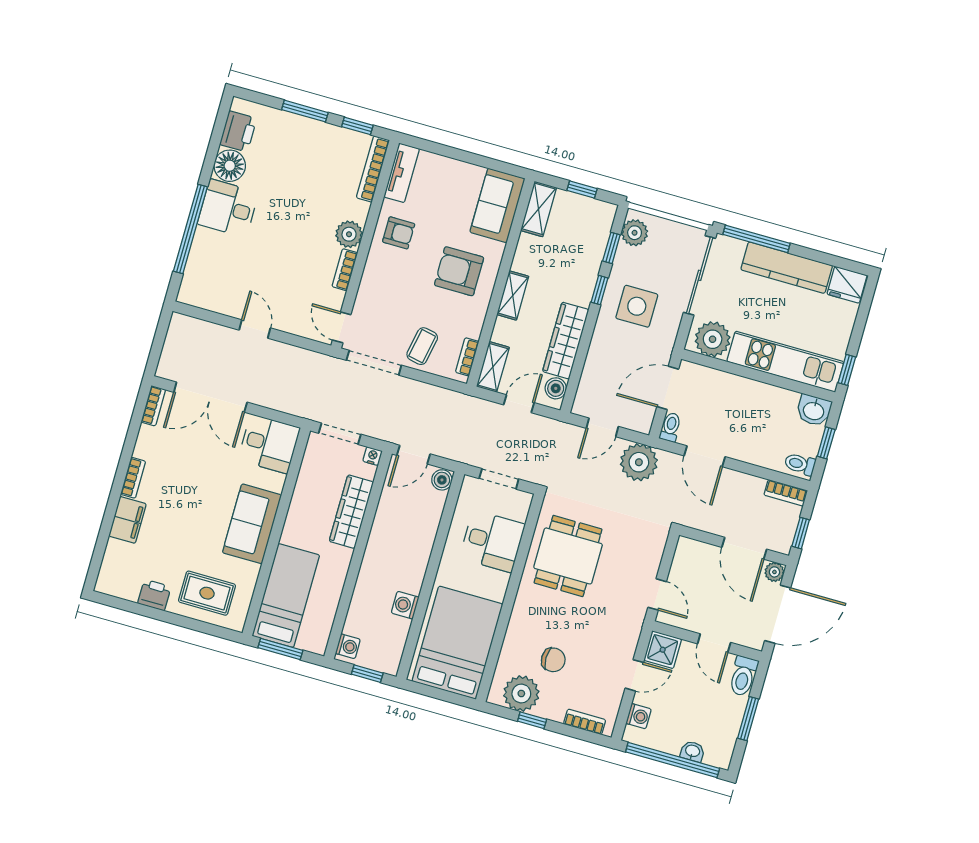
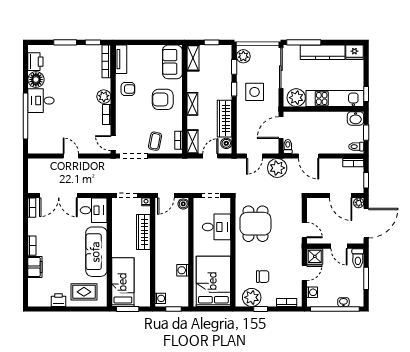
sofa: (252, 524) -> (96, 252), width x1.36

